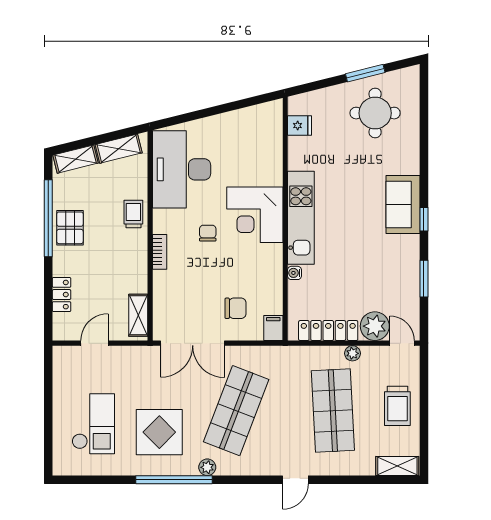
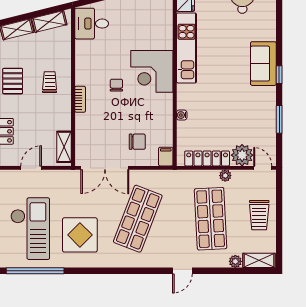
desk: (182, 169) -> (92, 24), width x0.53, depth x0.77
trolley: (133, 214) -> (50, 82), moved
kitchen unit: (301, 218) -> (186, 48), moved
checkout: (93, 424) -> (30, 229), width x1.36, depth x1.21
plant: (207, 467) -> (235, 261), moved
window: (174, 480) -> (35, 271), moved

